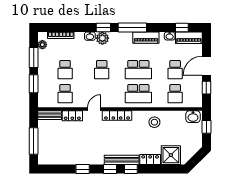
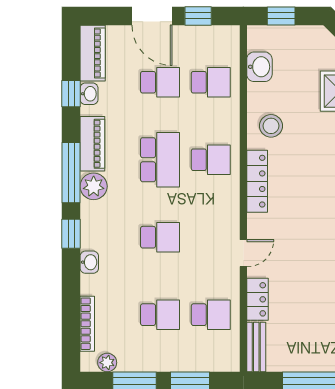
window: (182, 28) -> (71, 94), moved
plant: (102, 38) -> (94, 186), moved
school desk: (138, 94) -> (211, 160), width x0.54
door: (94, 109) -> (243, 253), swing flipped
locker: (117, 116) -> (257, 181), moved
washbasin: (193, 117) -> (259, 67), moved

